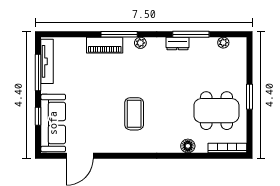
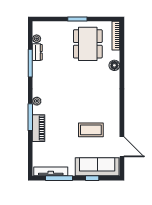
dresser: (177, 43) -> (37, 52), moved
coffee table: (134, 114) -> (91, 130), moved

